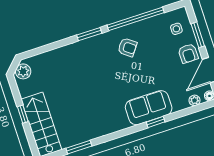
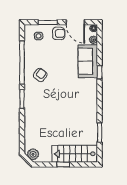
sofa: (149, 108) -> (88, 61), moved

